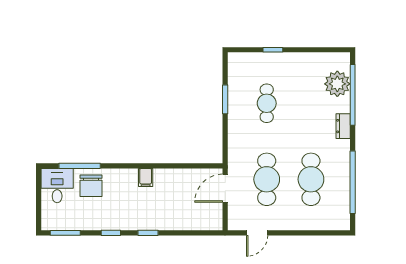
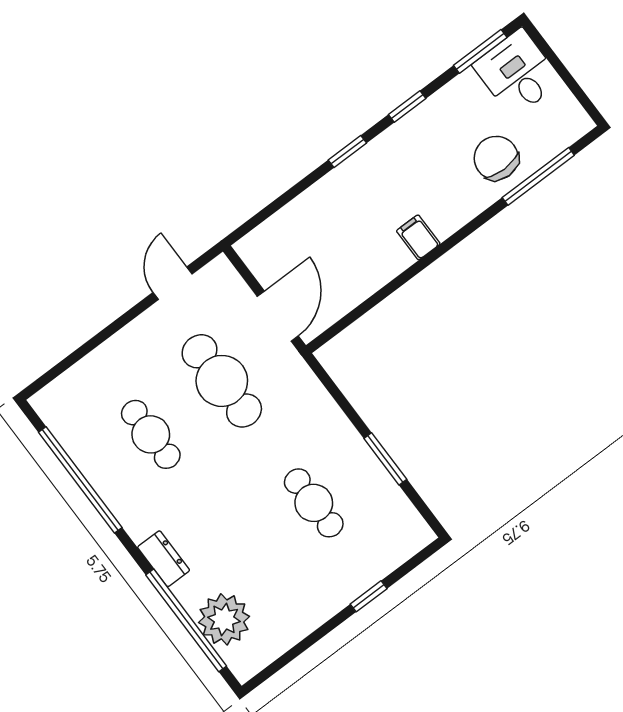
cafe table: (311, 179) -> (151, 434), width x0.73, depth x0.74
desk: (57, 186) -> (517, 73), moved, turned 180

